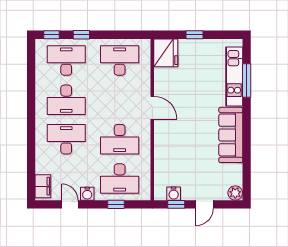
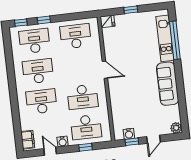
fridge: (166, 53) -> (107, 21), width x0.53, depth x0.75
window: (247, 80) -> (175, 40), width x1.46
desk: (66, 100) -> (38, 71), turned 180

